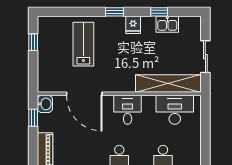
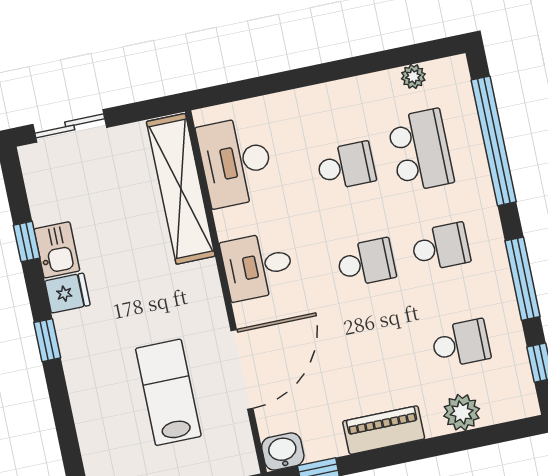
kitchen sink: (167, 24) -> (57, 250), moved
lab bench: (83, 44) -> (168, 392), moved, turned 90
sliding door: (205, 57) -> (70, 126), moved

